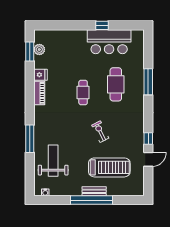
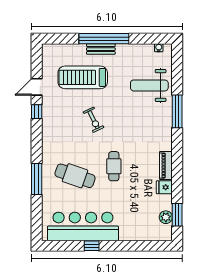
bar counter: (109, 42) -> (83, 226), width x1.36
cafe table: (116, 84) -> (75, 176), turned -71
weight bench: (53, 161) -> (149, 85), turned 90

